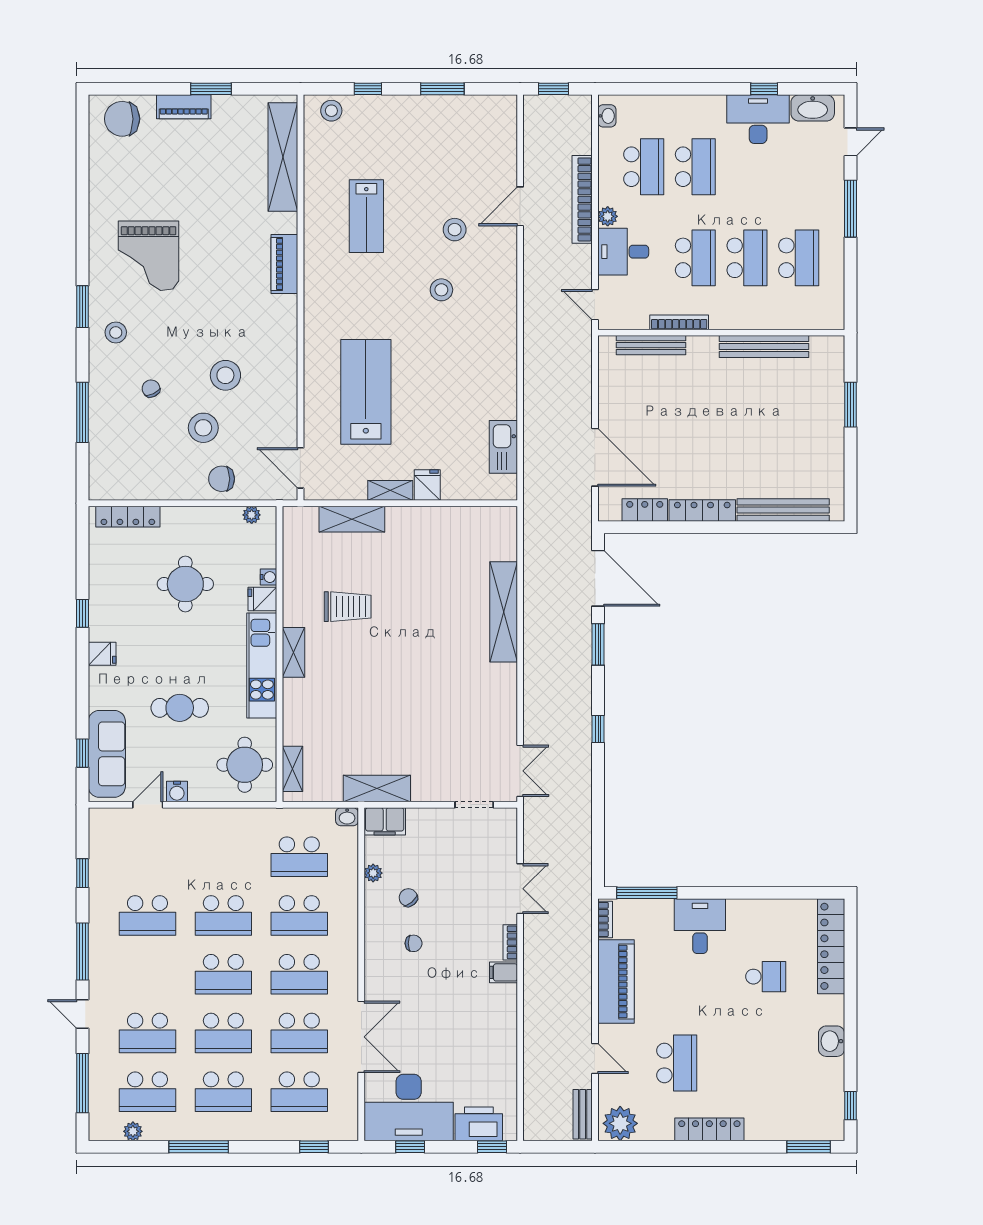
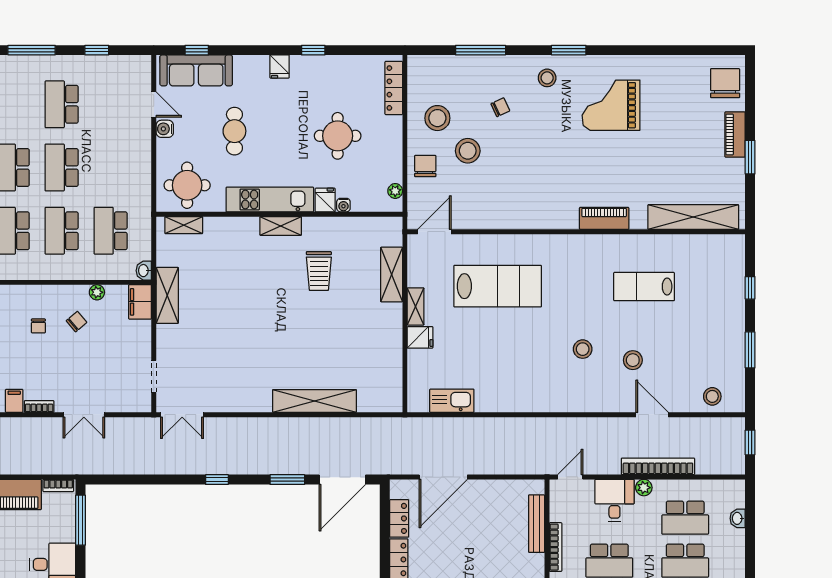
stool: (331, 111) -> (712, 396), moved
washbasin: (607, 116) -> (738, 518), moved, turned 90
stool: (225, 375) -> (437, 118), moved

